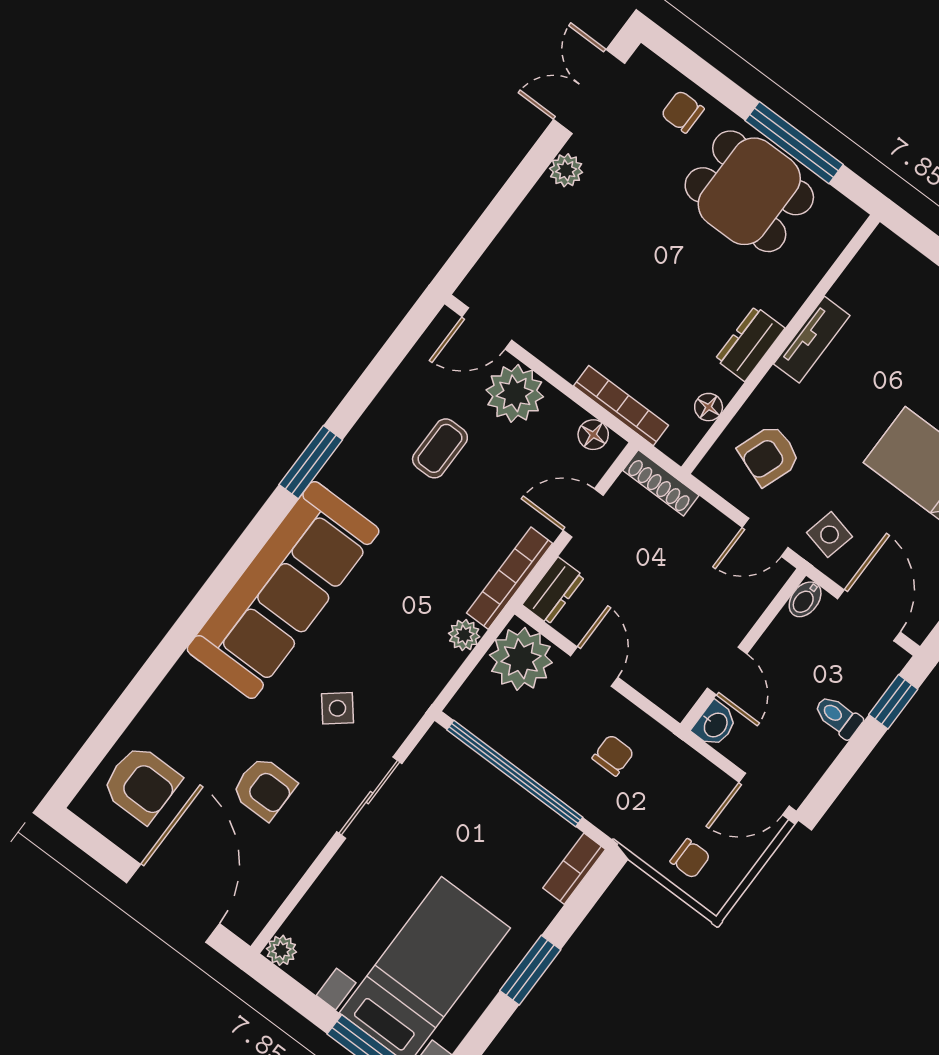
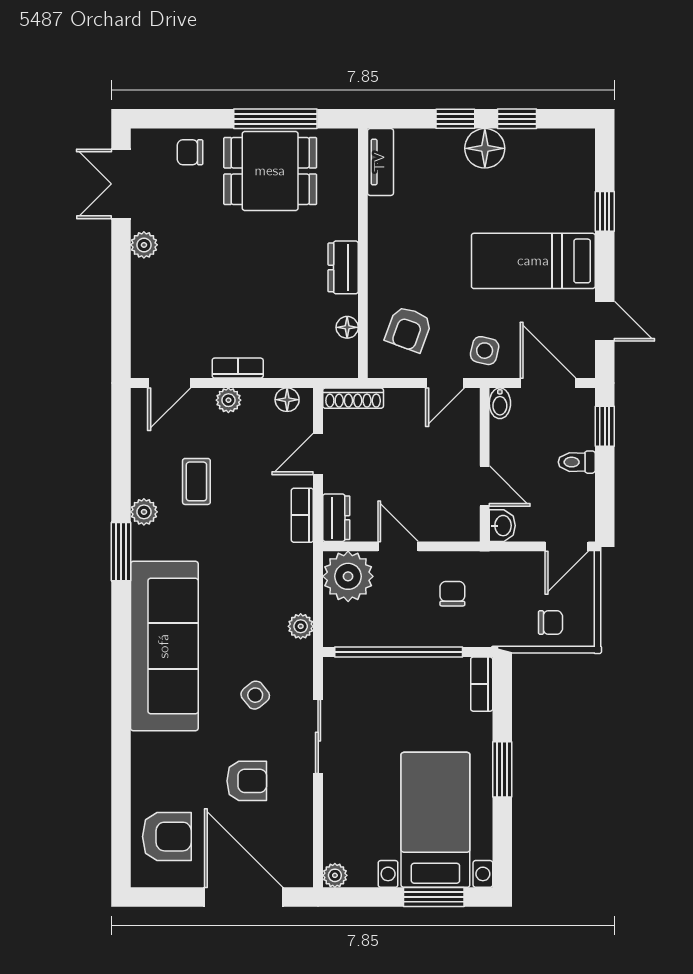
tv unit: (812, 340) -> (380, 162), moved
plant: (515, 393) -> (228, 400), width x0.53, depth x0.53
bookcase: (621, 406) -> (238, 368), moved, width x0.64
plant: (364, 439) -> (144, 512), added
bookcase: (510, 578) -> (302, 515), width x0.64
plant: (464, 635) -> (301, 626), moved

